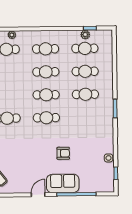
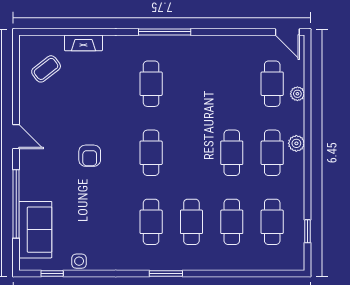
plant: (85, 35) -> (296, 143), moved
cafe table: (46, 95) -> (151, 222), moved
armchair: (63, 153) -> (90, 156), moved
sofa: (63, 183) -> (35, 230), moved

